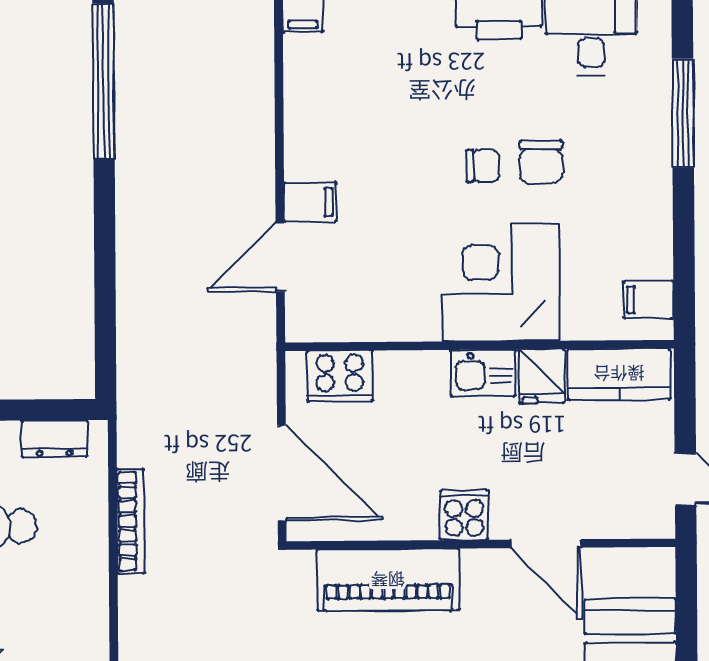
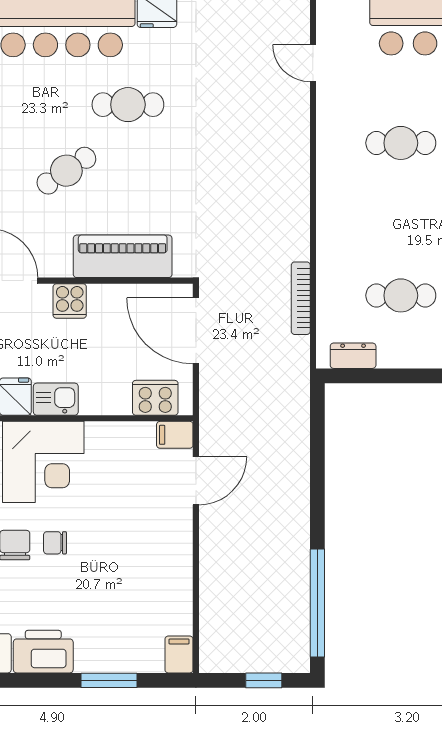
filing cabinet: (310, 202) -> (175, 435), moved

